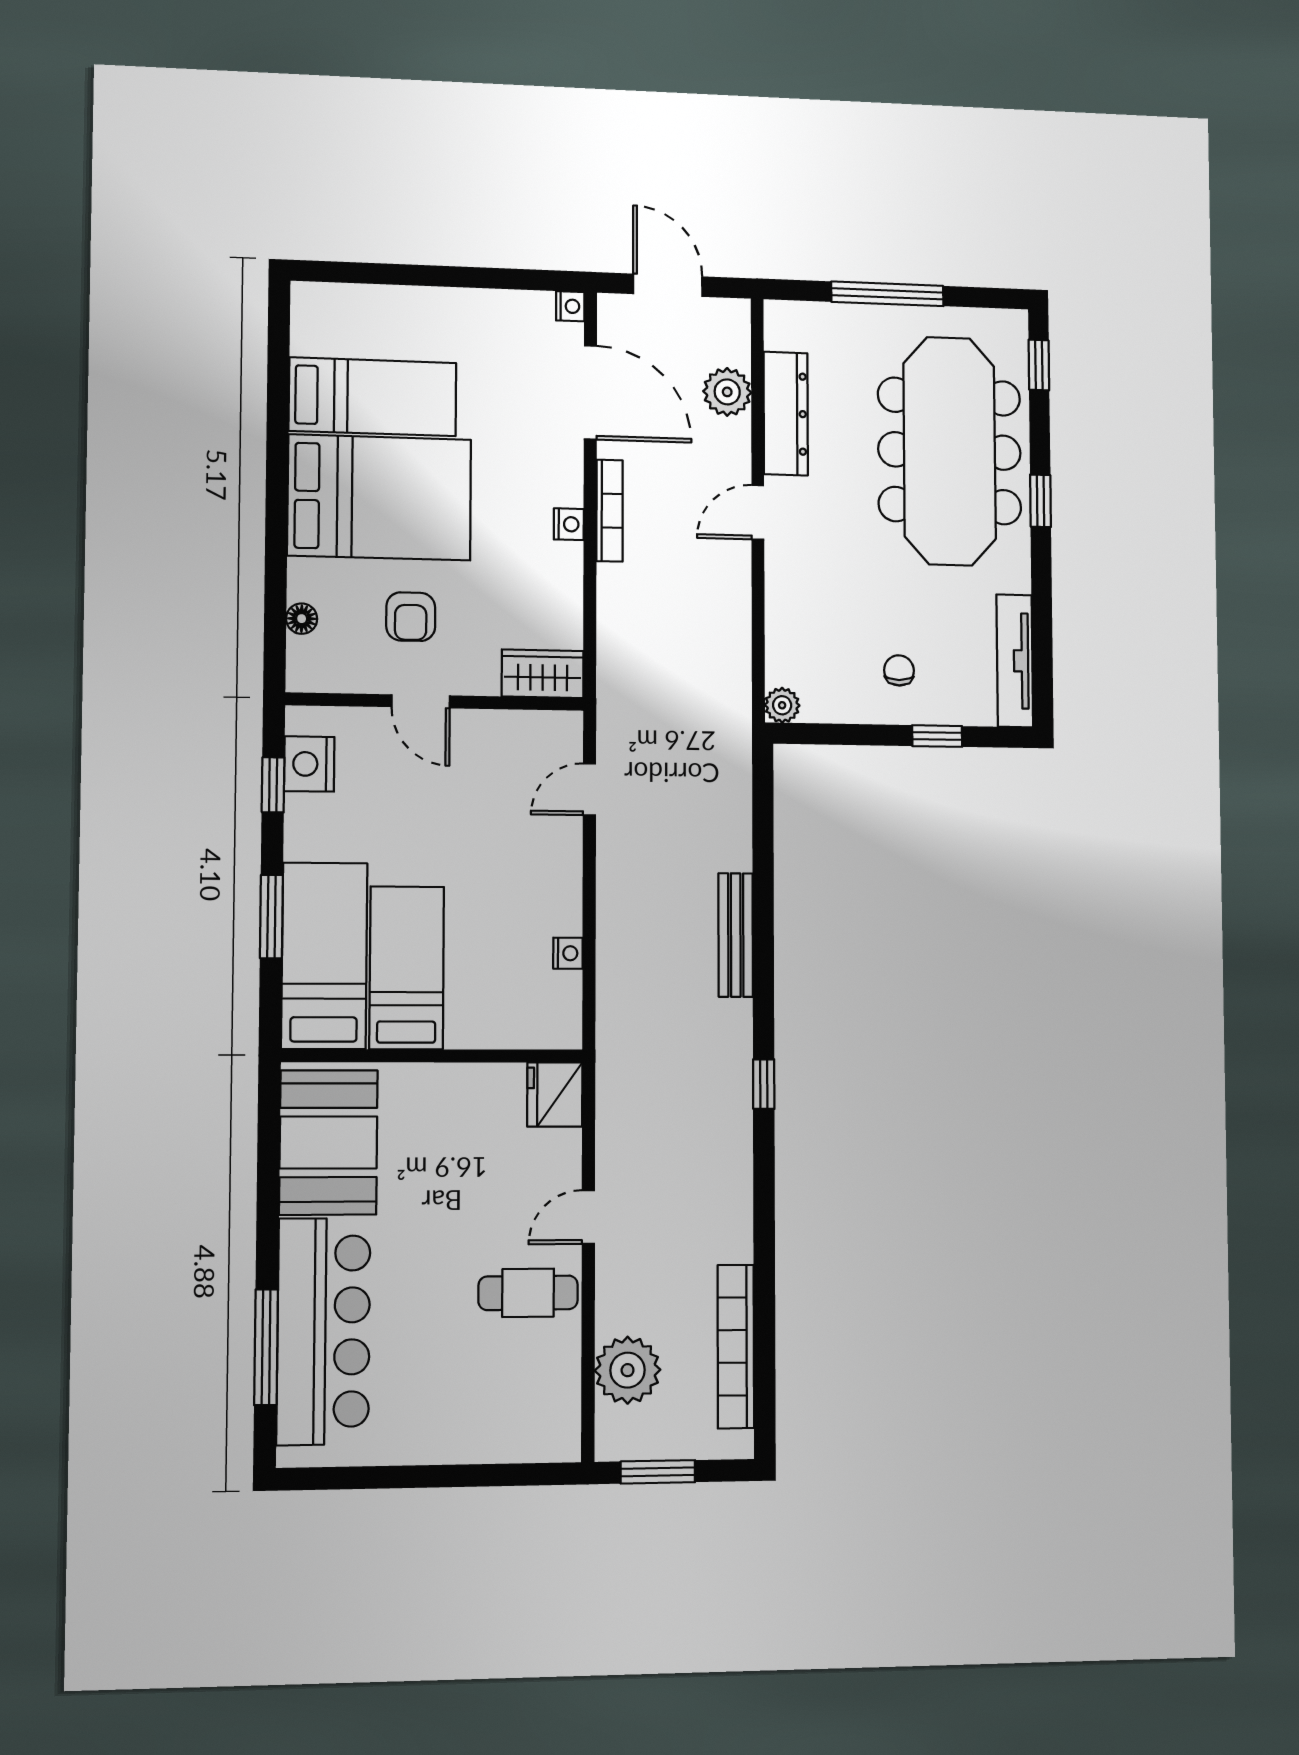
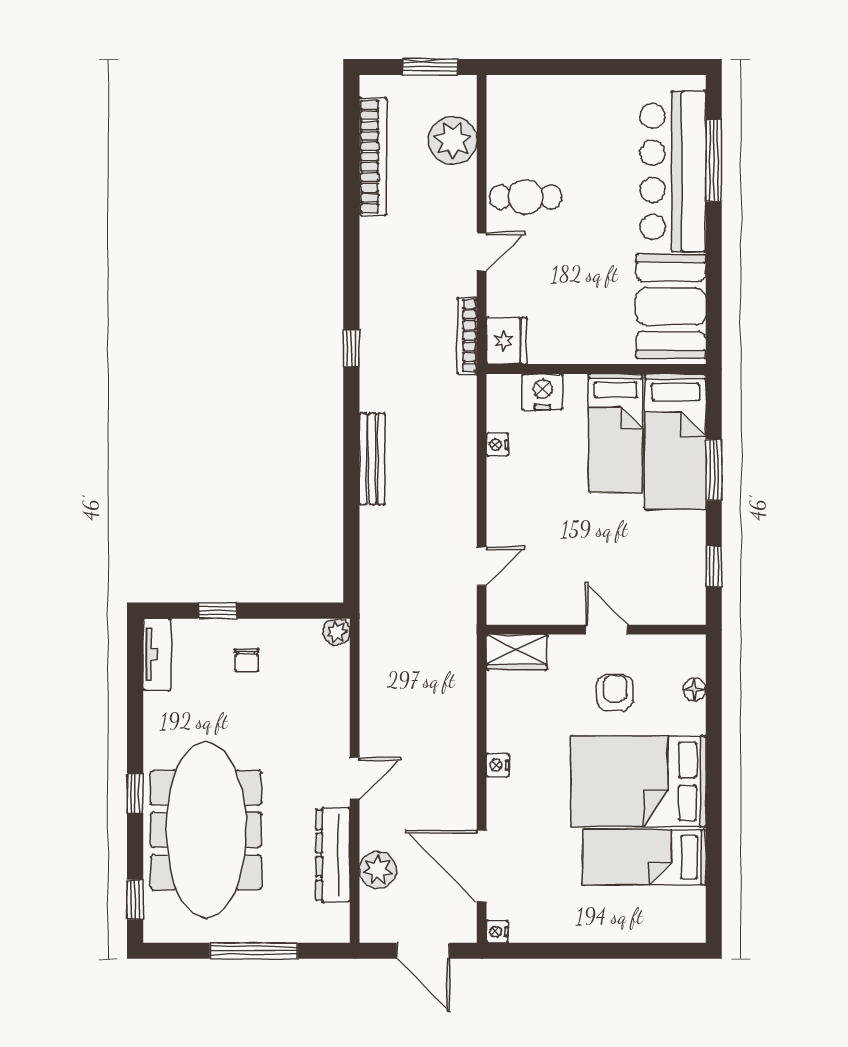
bookcase: (610, 511) -> (467, 336), moved
tv unit: (1015, 661) -> (157, 655), width x0.71
nightstand: (309, 764) -> (542, 392), moved, turned -90

